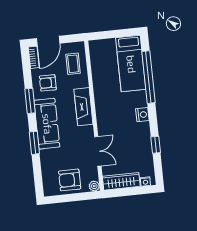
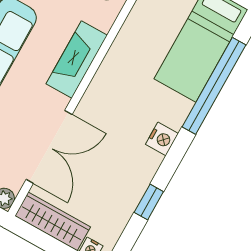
double door: (98, 151) -> (49, 147), width x1.37

